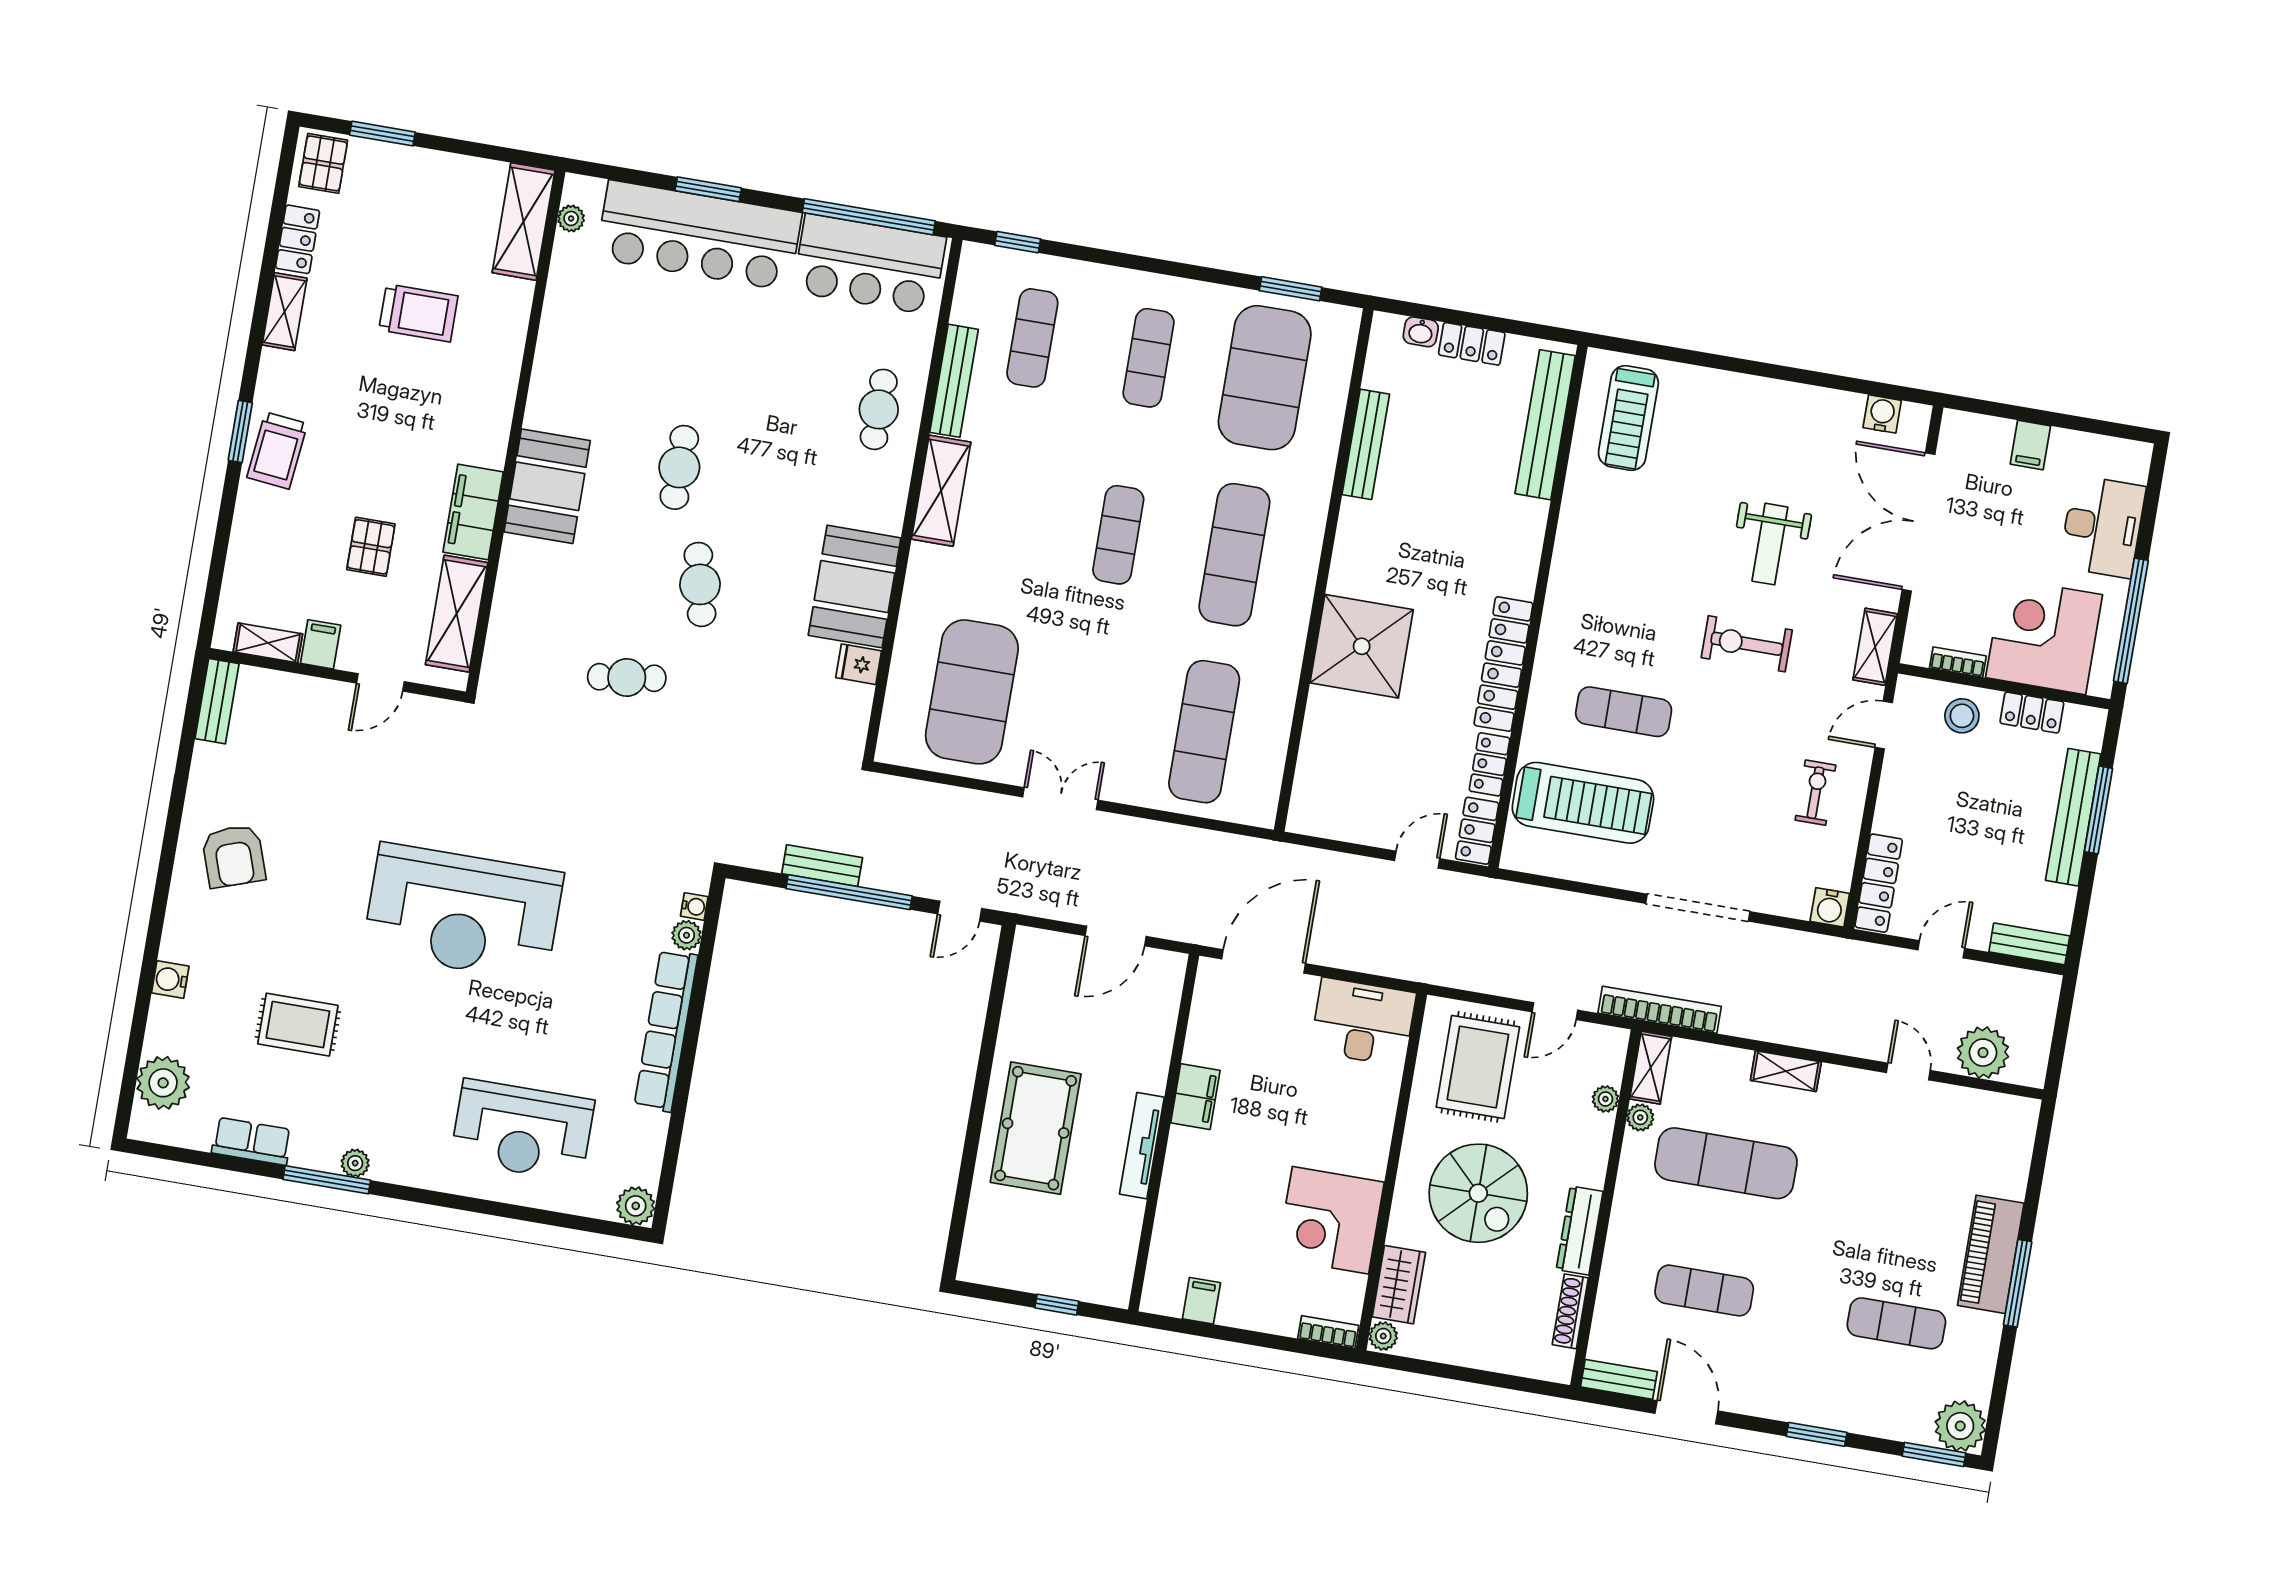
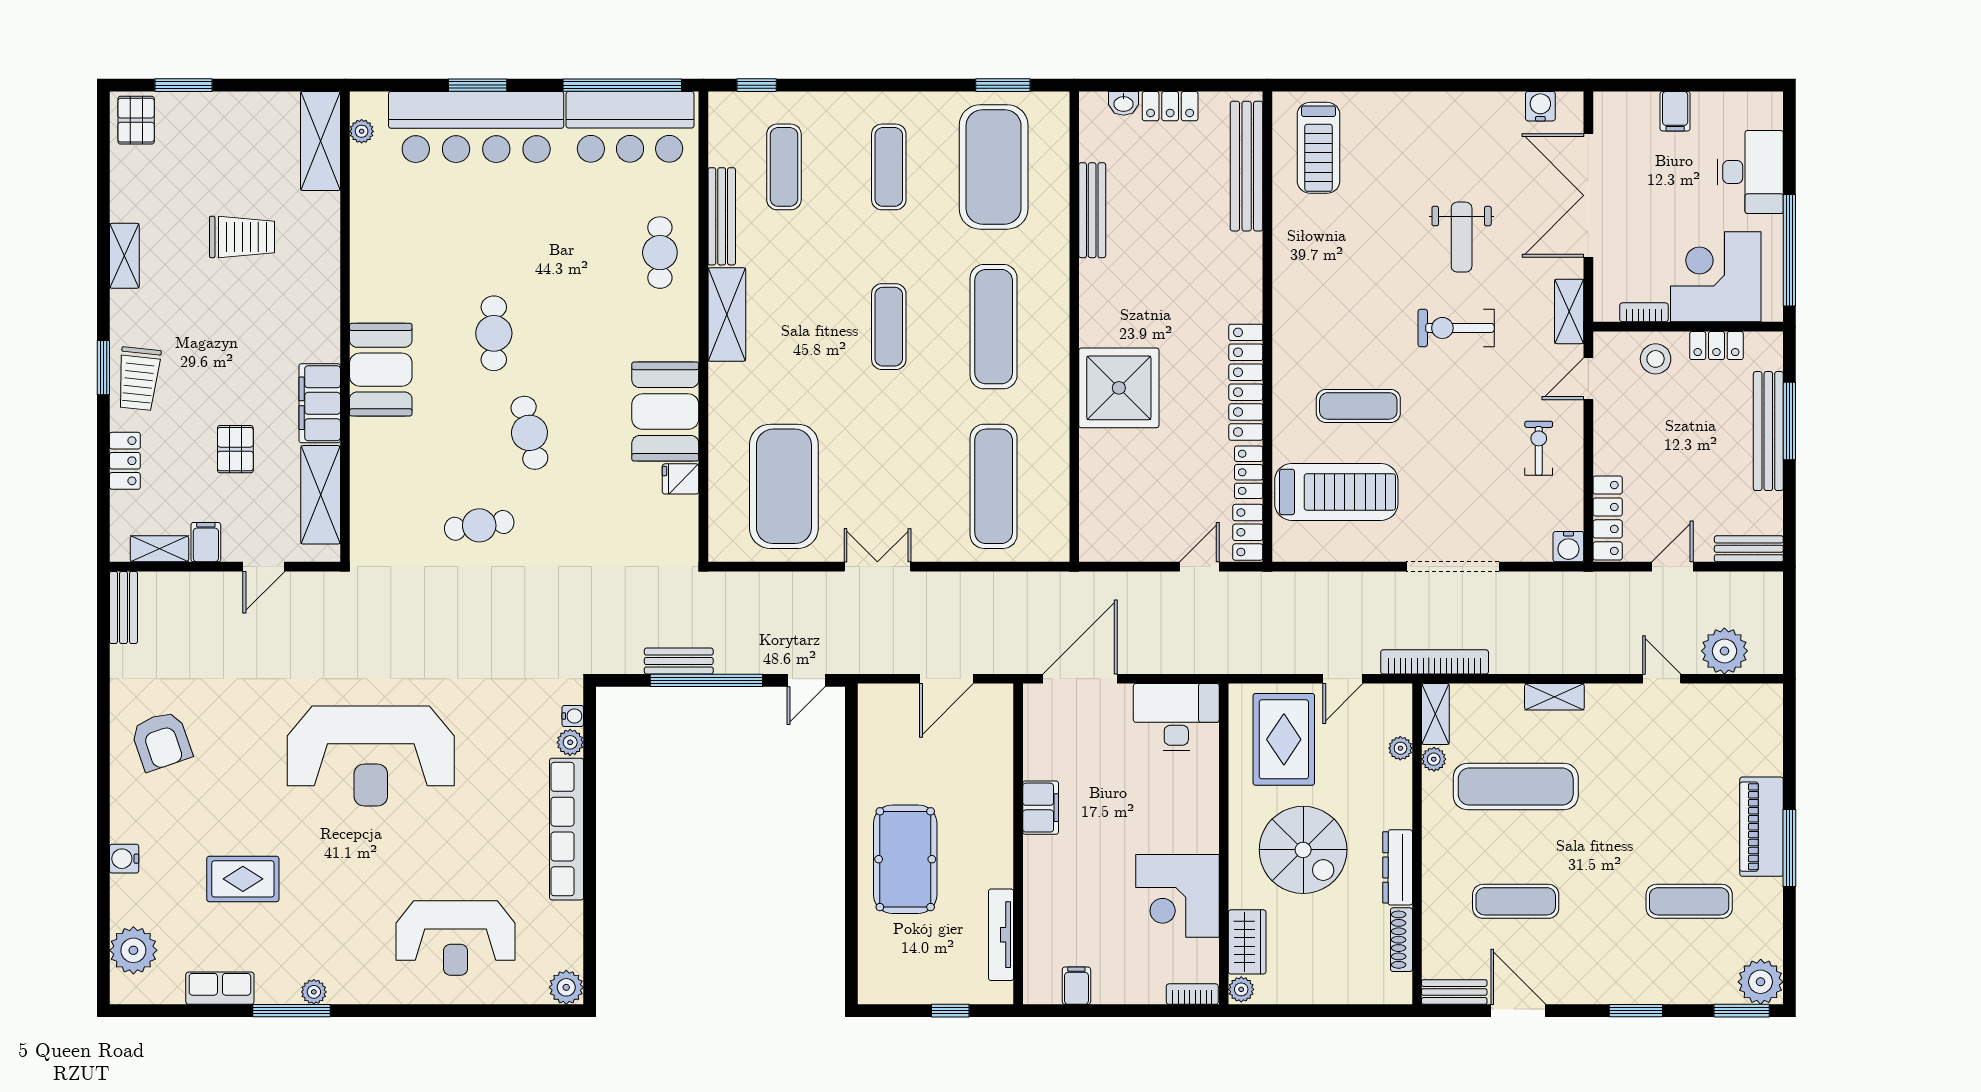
locker: (298, 239) -> (125, 461), moved
tv unit: (1142, 1146) -> (1001, 935), moved

